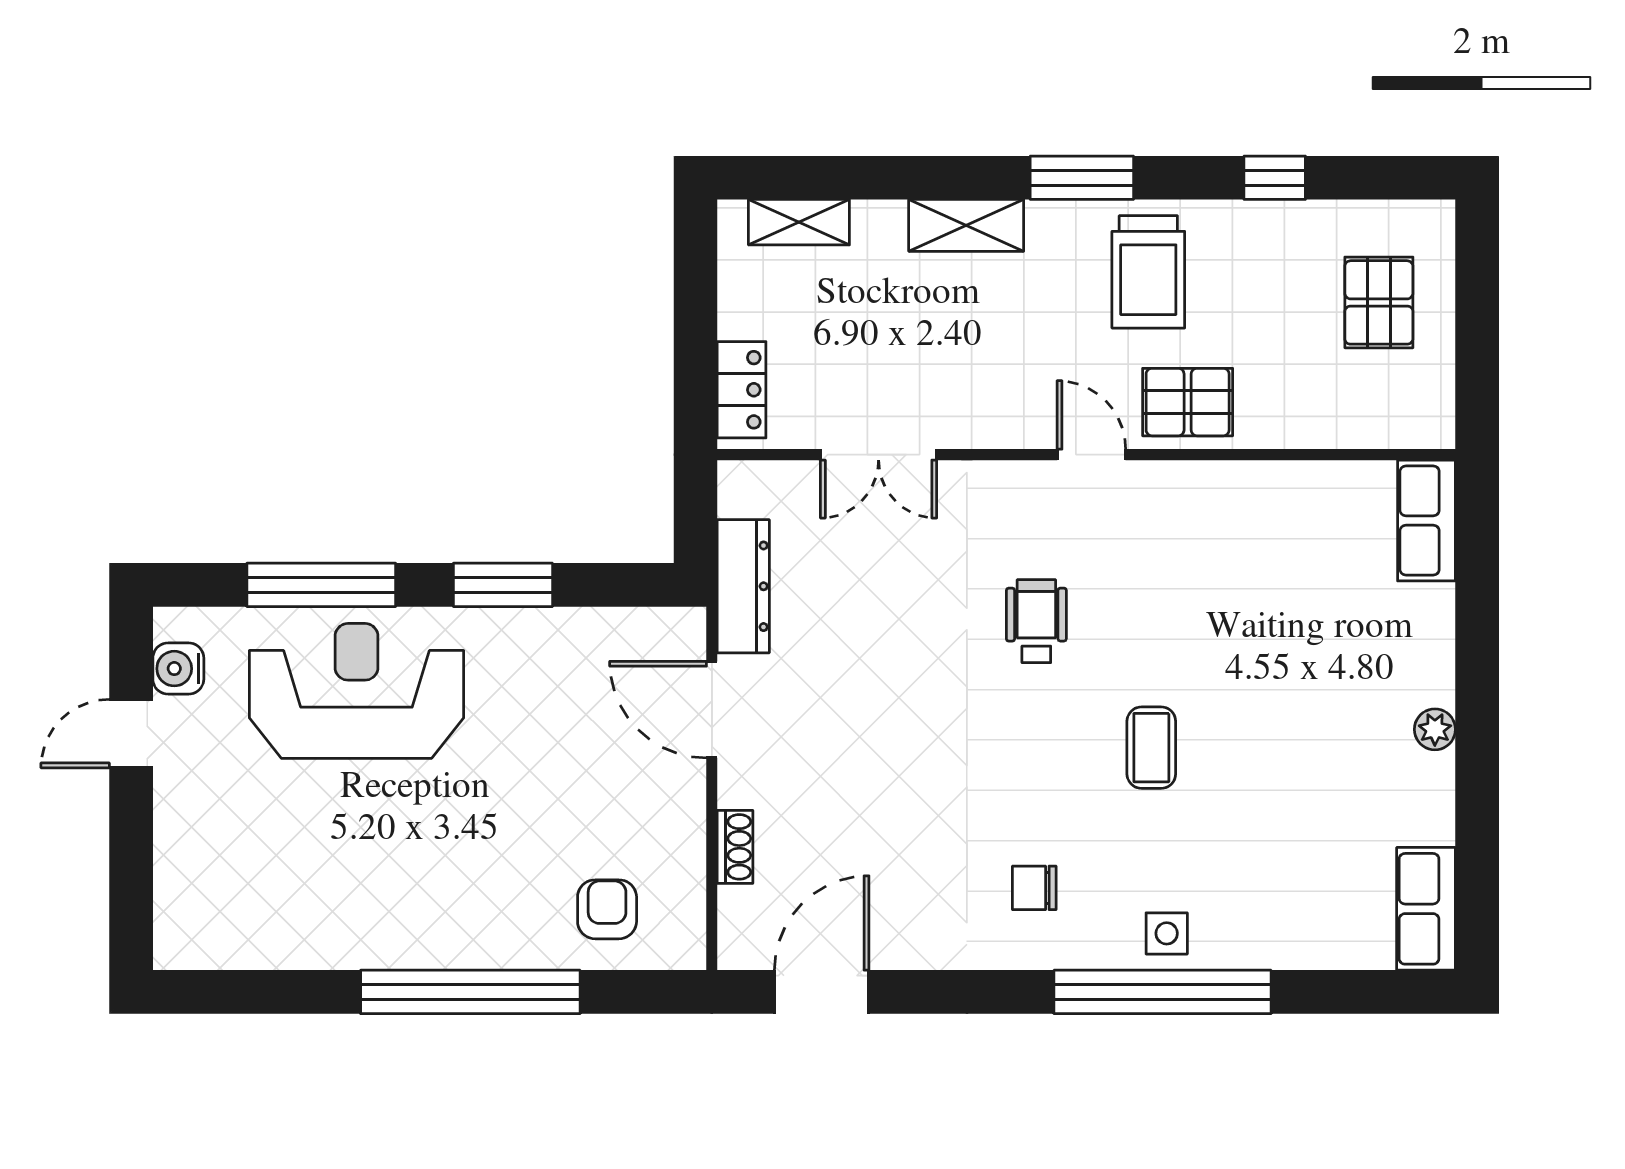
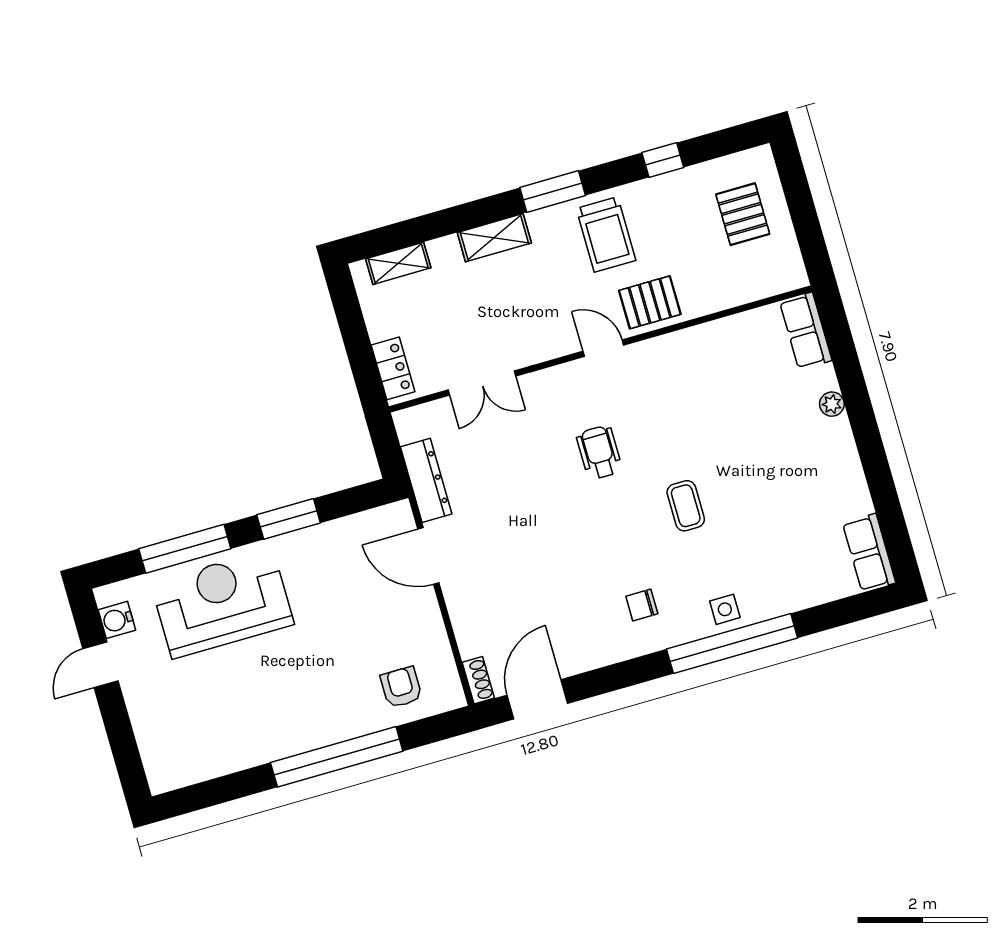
plant: (1435, 729) -> (832, 404), moved
shoe rack: (735, 847) -> (478, 680), moved

